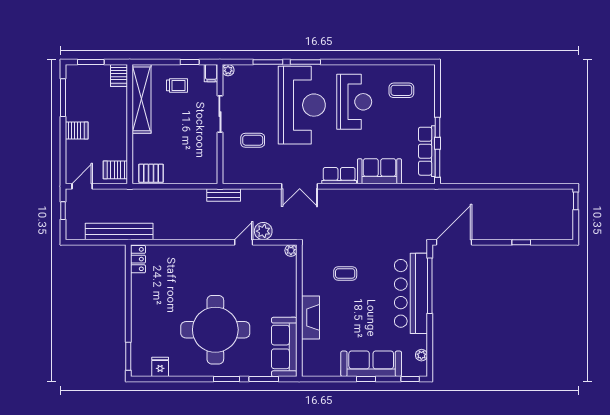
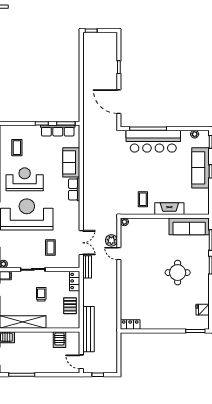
trolley: (177, 85) -> (41, 294), moved
server rack: (77, 130) -> (44, 366), removed
server rack: (115, 170) -> (59, 340), moved
pallet: (151, 173) -> (70, 306), moved
locker: (203, 176) -> (75, 281), added
double door: (300, 186) -> (81, 243), moved
bench: (119, 231) -> (89, 329), moved
door: (454, 242) -> (119, 102), moved
coffee table: (345, 273) -> (143, 199), moved
round table: (215, 330) -> (178, 273), width x0.54, depth x0.54

